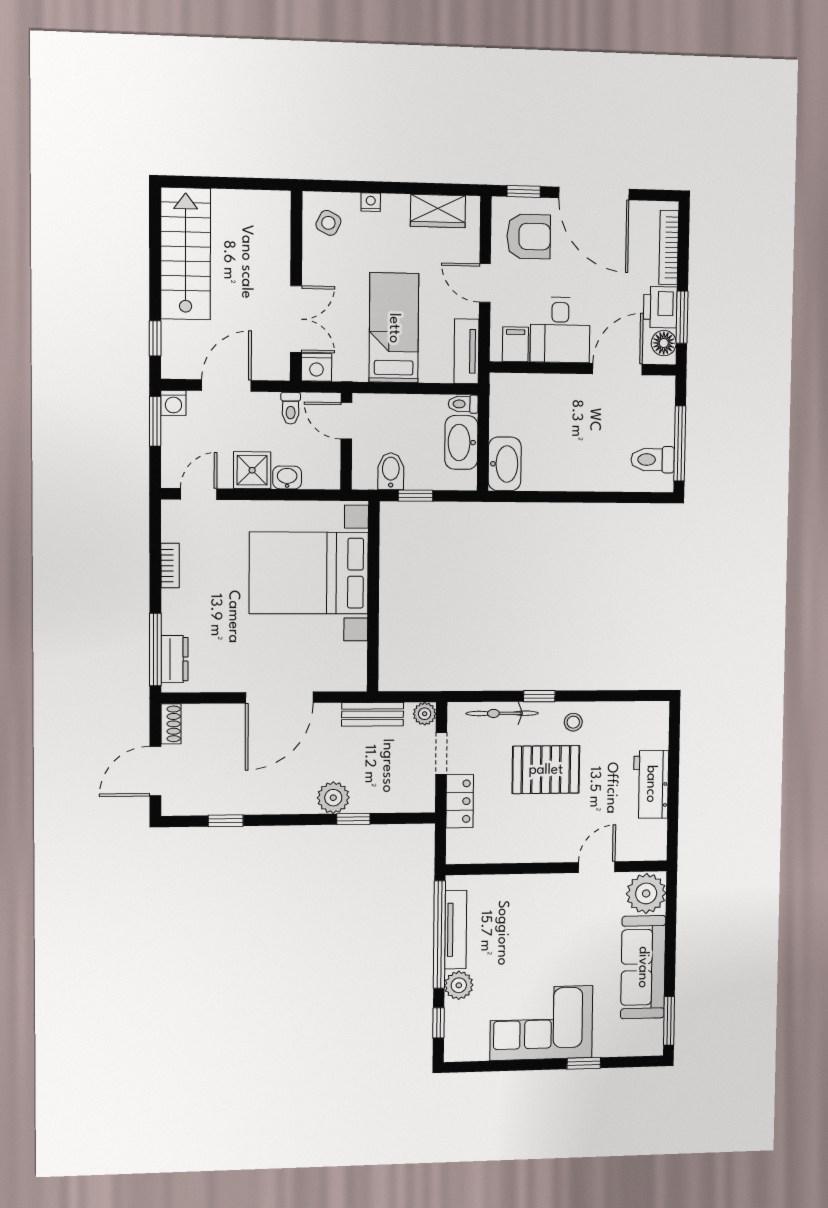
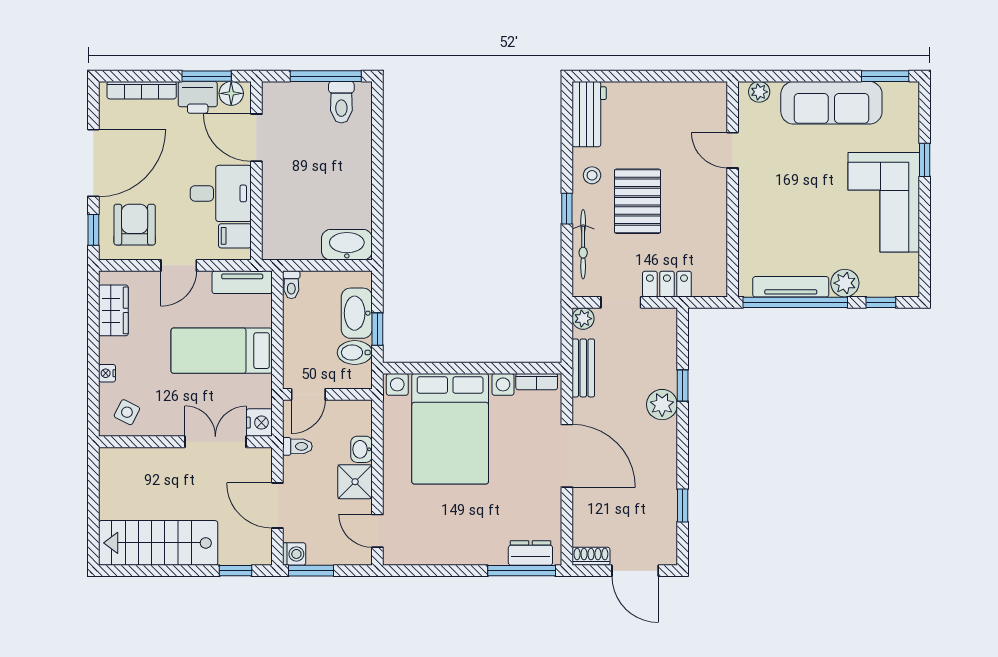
washbasin: (461, 442) -> (357, 313), moved, turned 90
bookcase: (170, 566) -> (537, 382), moved, turned 180
workbench: (651, 784) -> (589, 114), moved, turned -90
plant: (646, 893) -> (759, 92), width x0.53, depth x0.53

